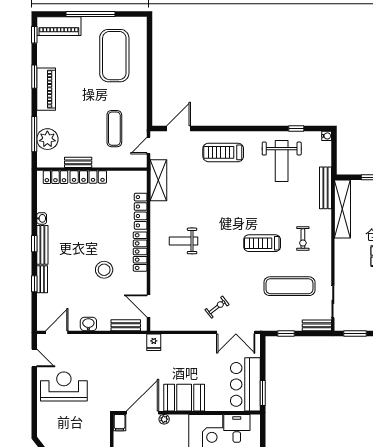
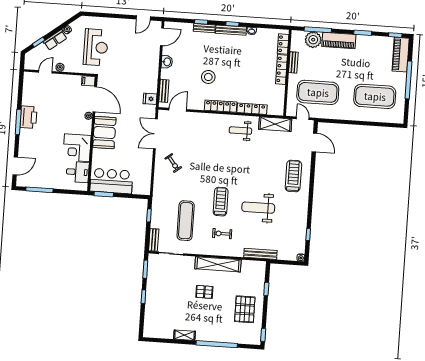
piano: (46, 89) -> (339, 40), moved
exercise mat: (114, 129) -> (318, 92), width x2.00, depth x1.45
weight bench: (282, 161) -> (258, 208), moved
shelving: (342, 209) -> (218, 264), moved
weight bench: (184, 241) -> (240, 131), moved, turned -90
door: (57, 332) -> (162, 37), hinge flipped
double door: (236, 332) -> (155, 134), moved
fridge: (154, 342) -> (150, 99), moved
reception desk: (64, 386) -> (96, 47), moved

